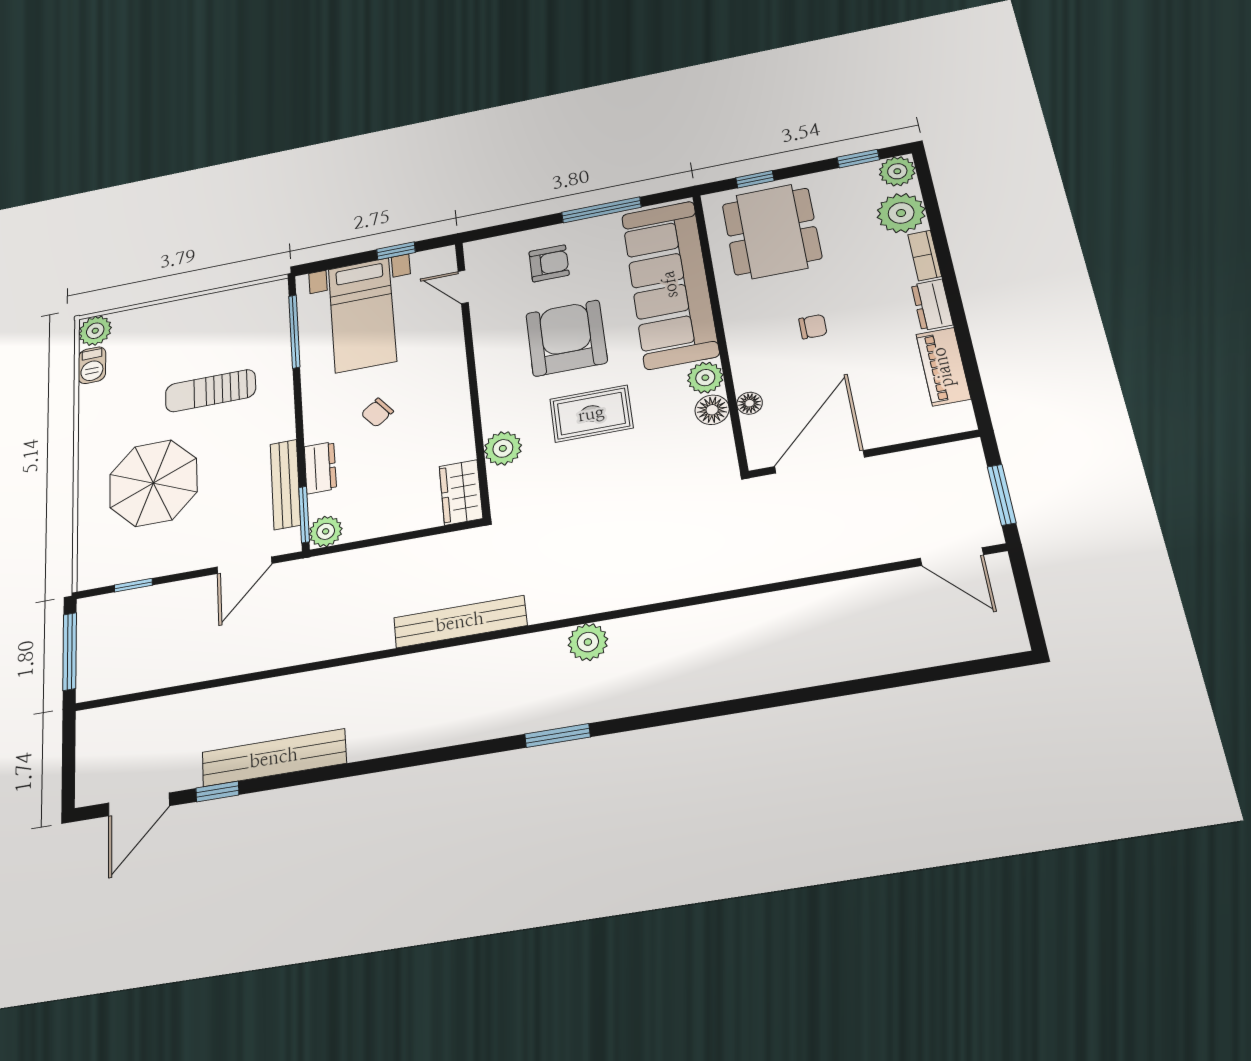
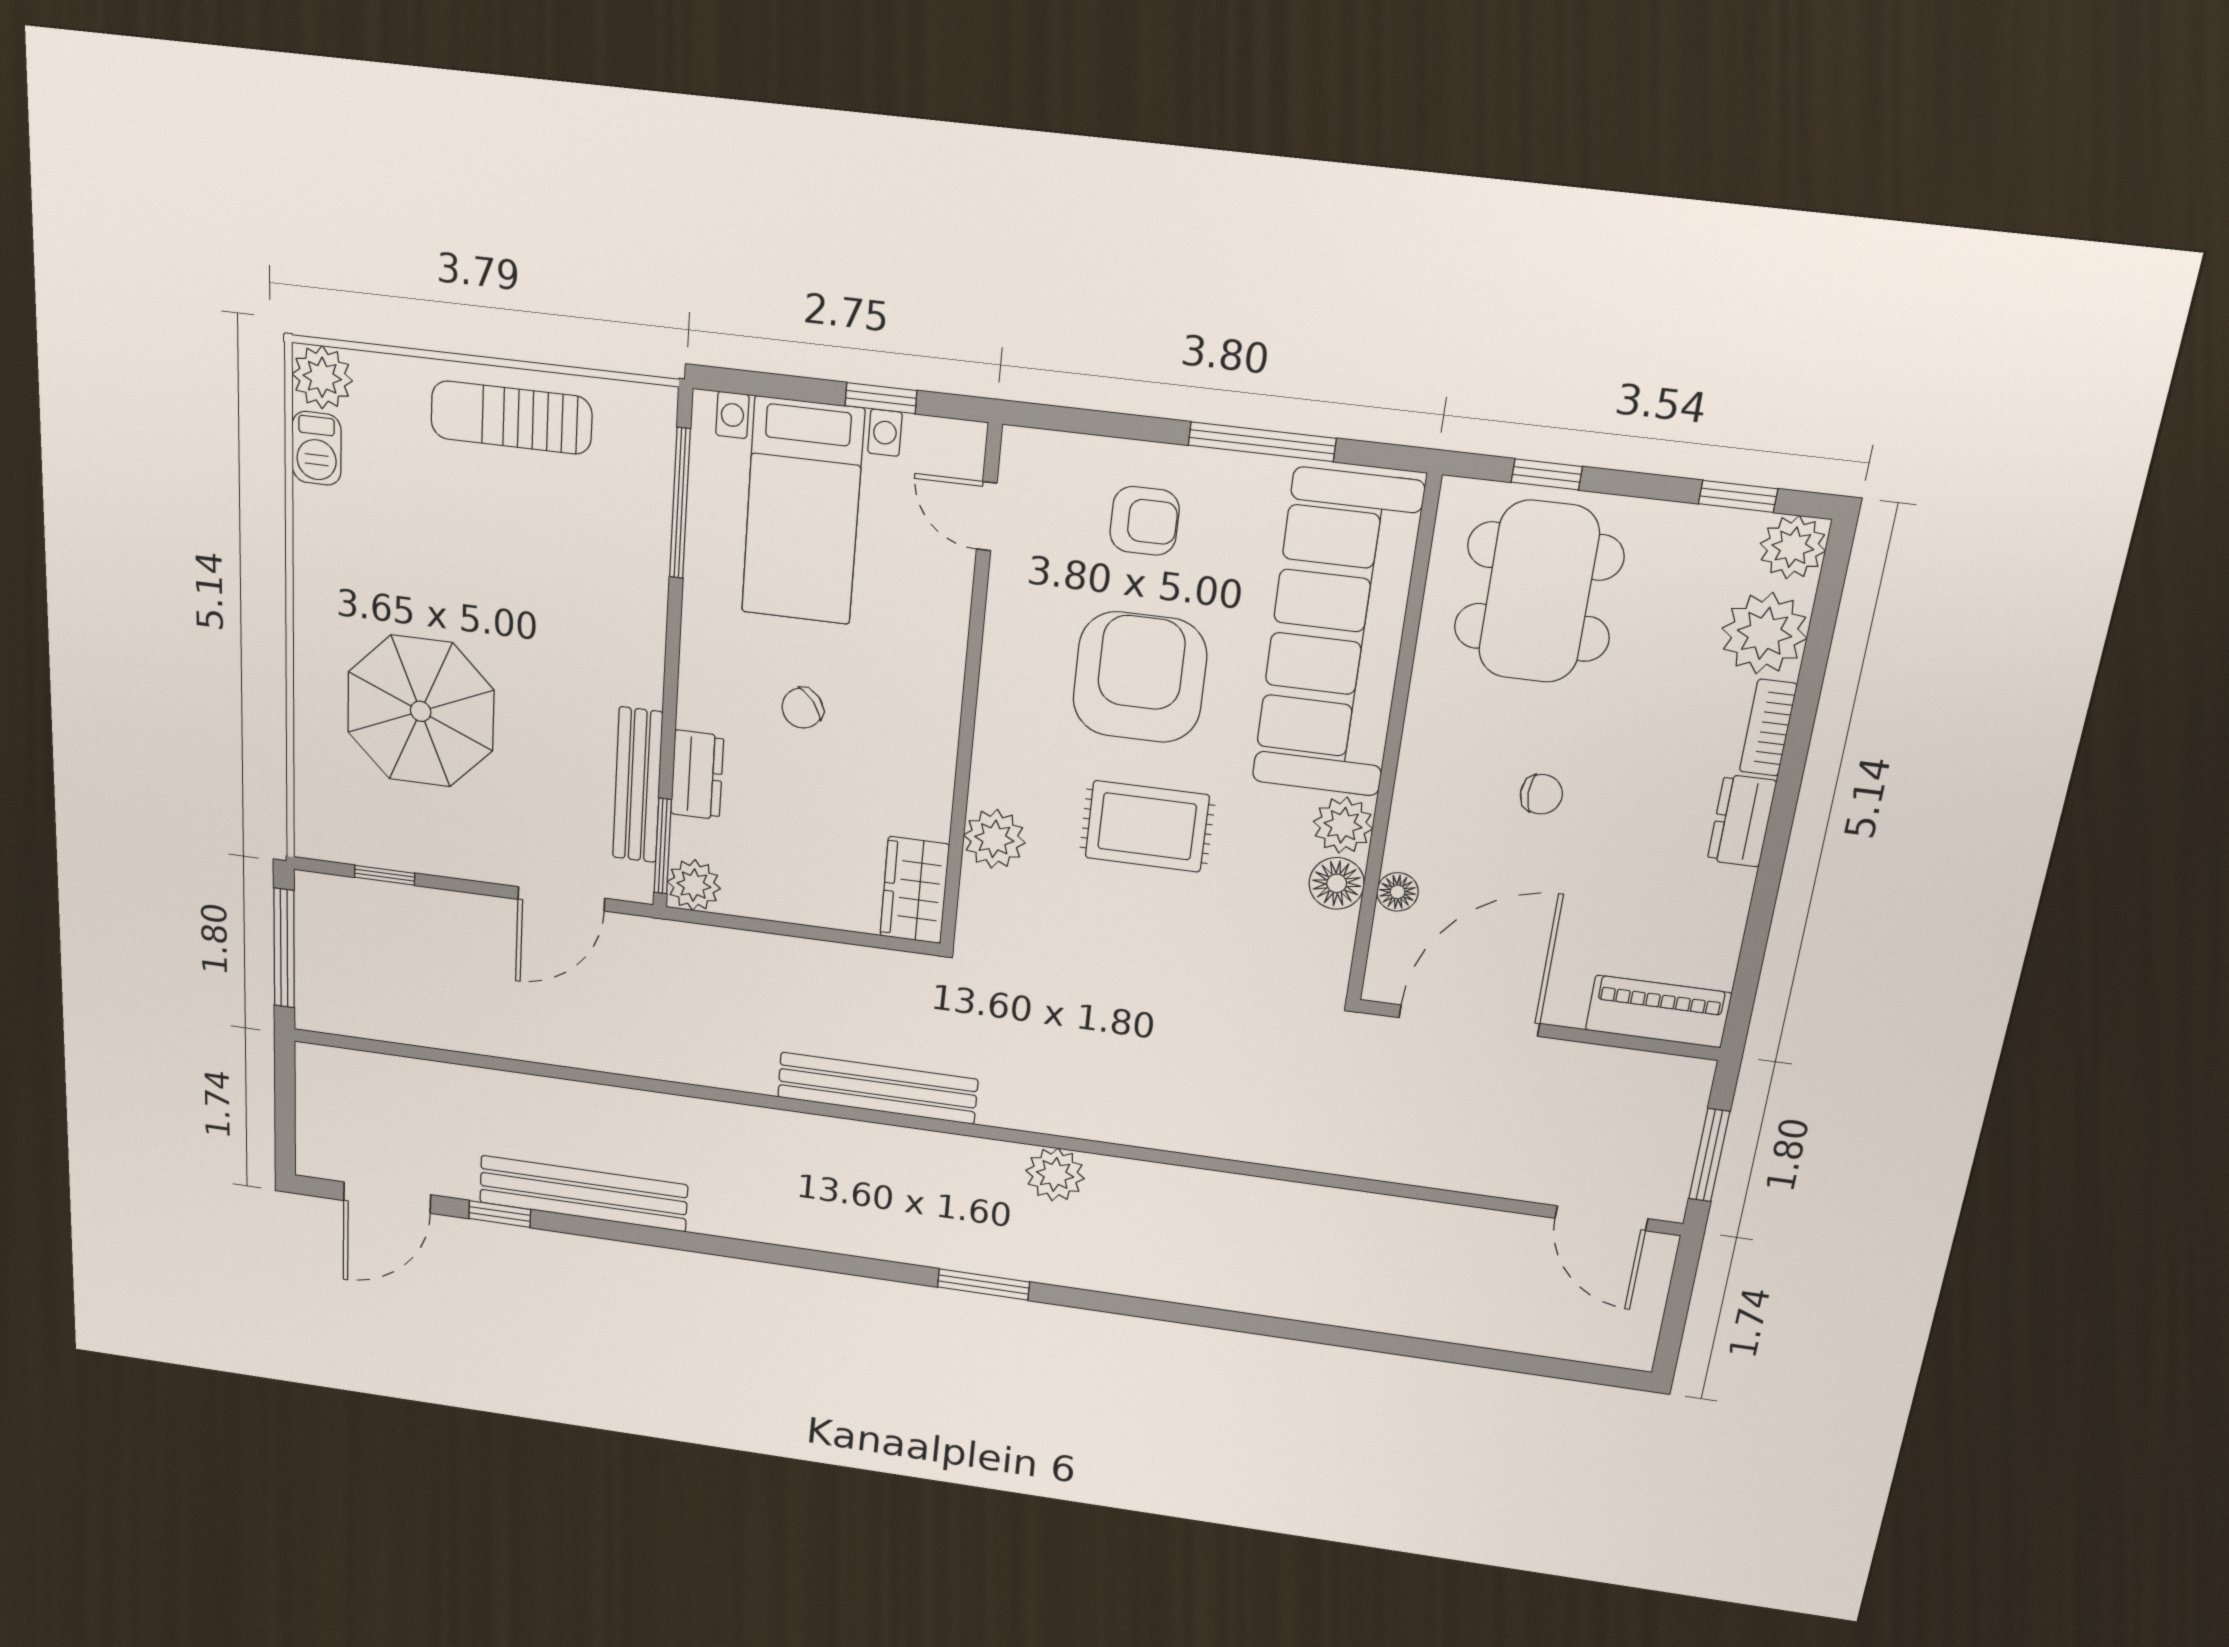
piano: (943, 367) -> (1658, 1011), moved, turned 90
sun lounger: (210, 391) -> (511, 418), moved

